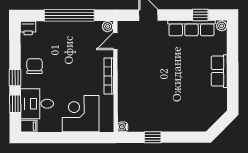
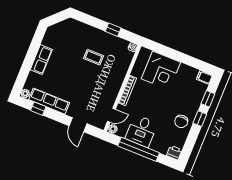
coffee table: (162, 98) -> (94, 57), added
desk: (37, 104) -> (141, 131), moved, turned 90

